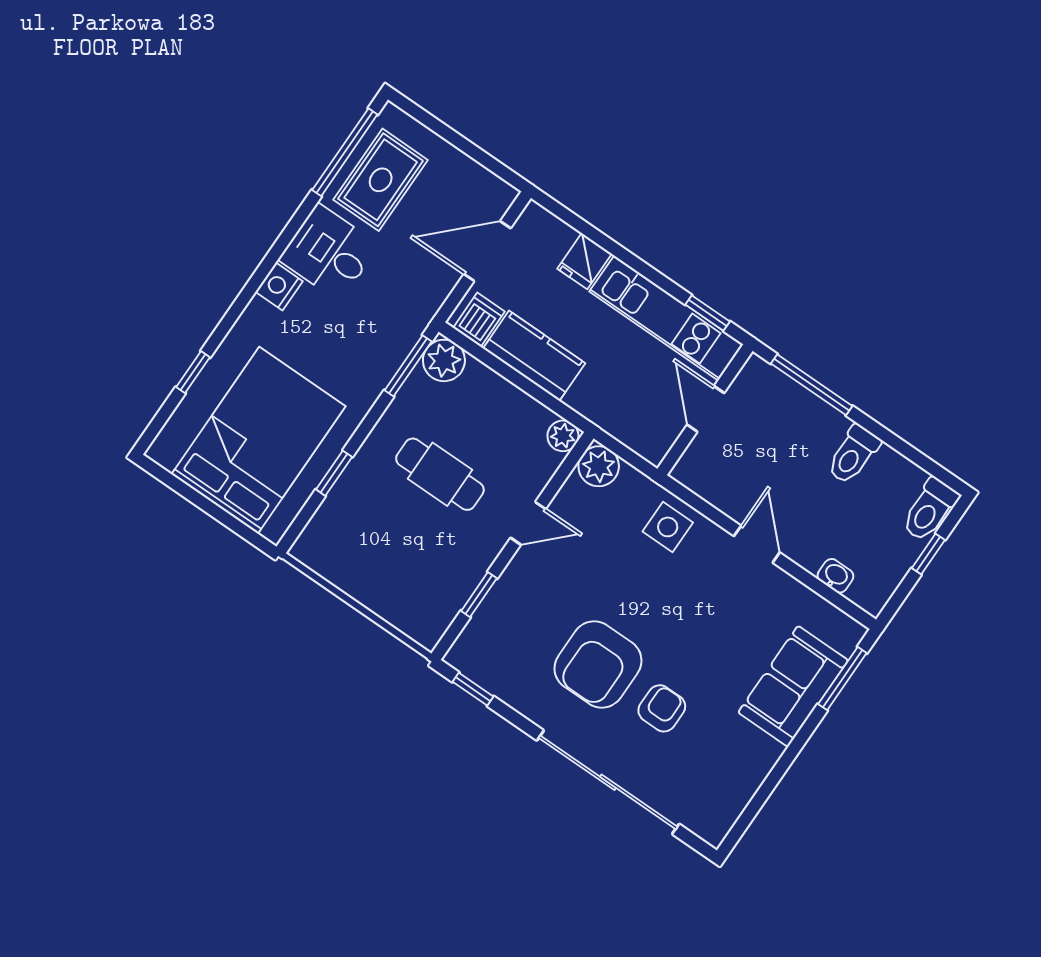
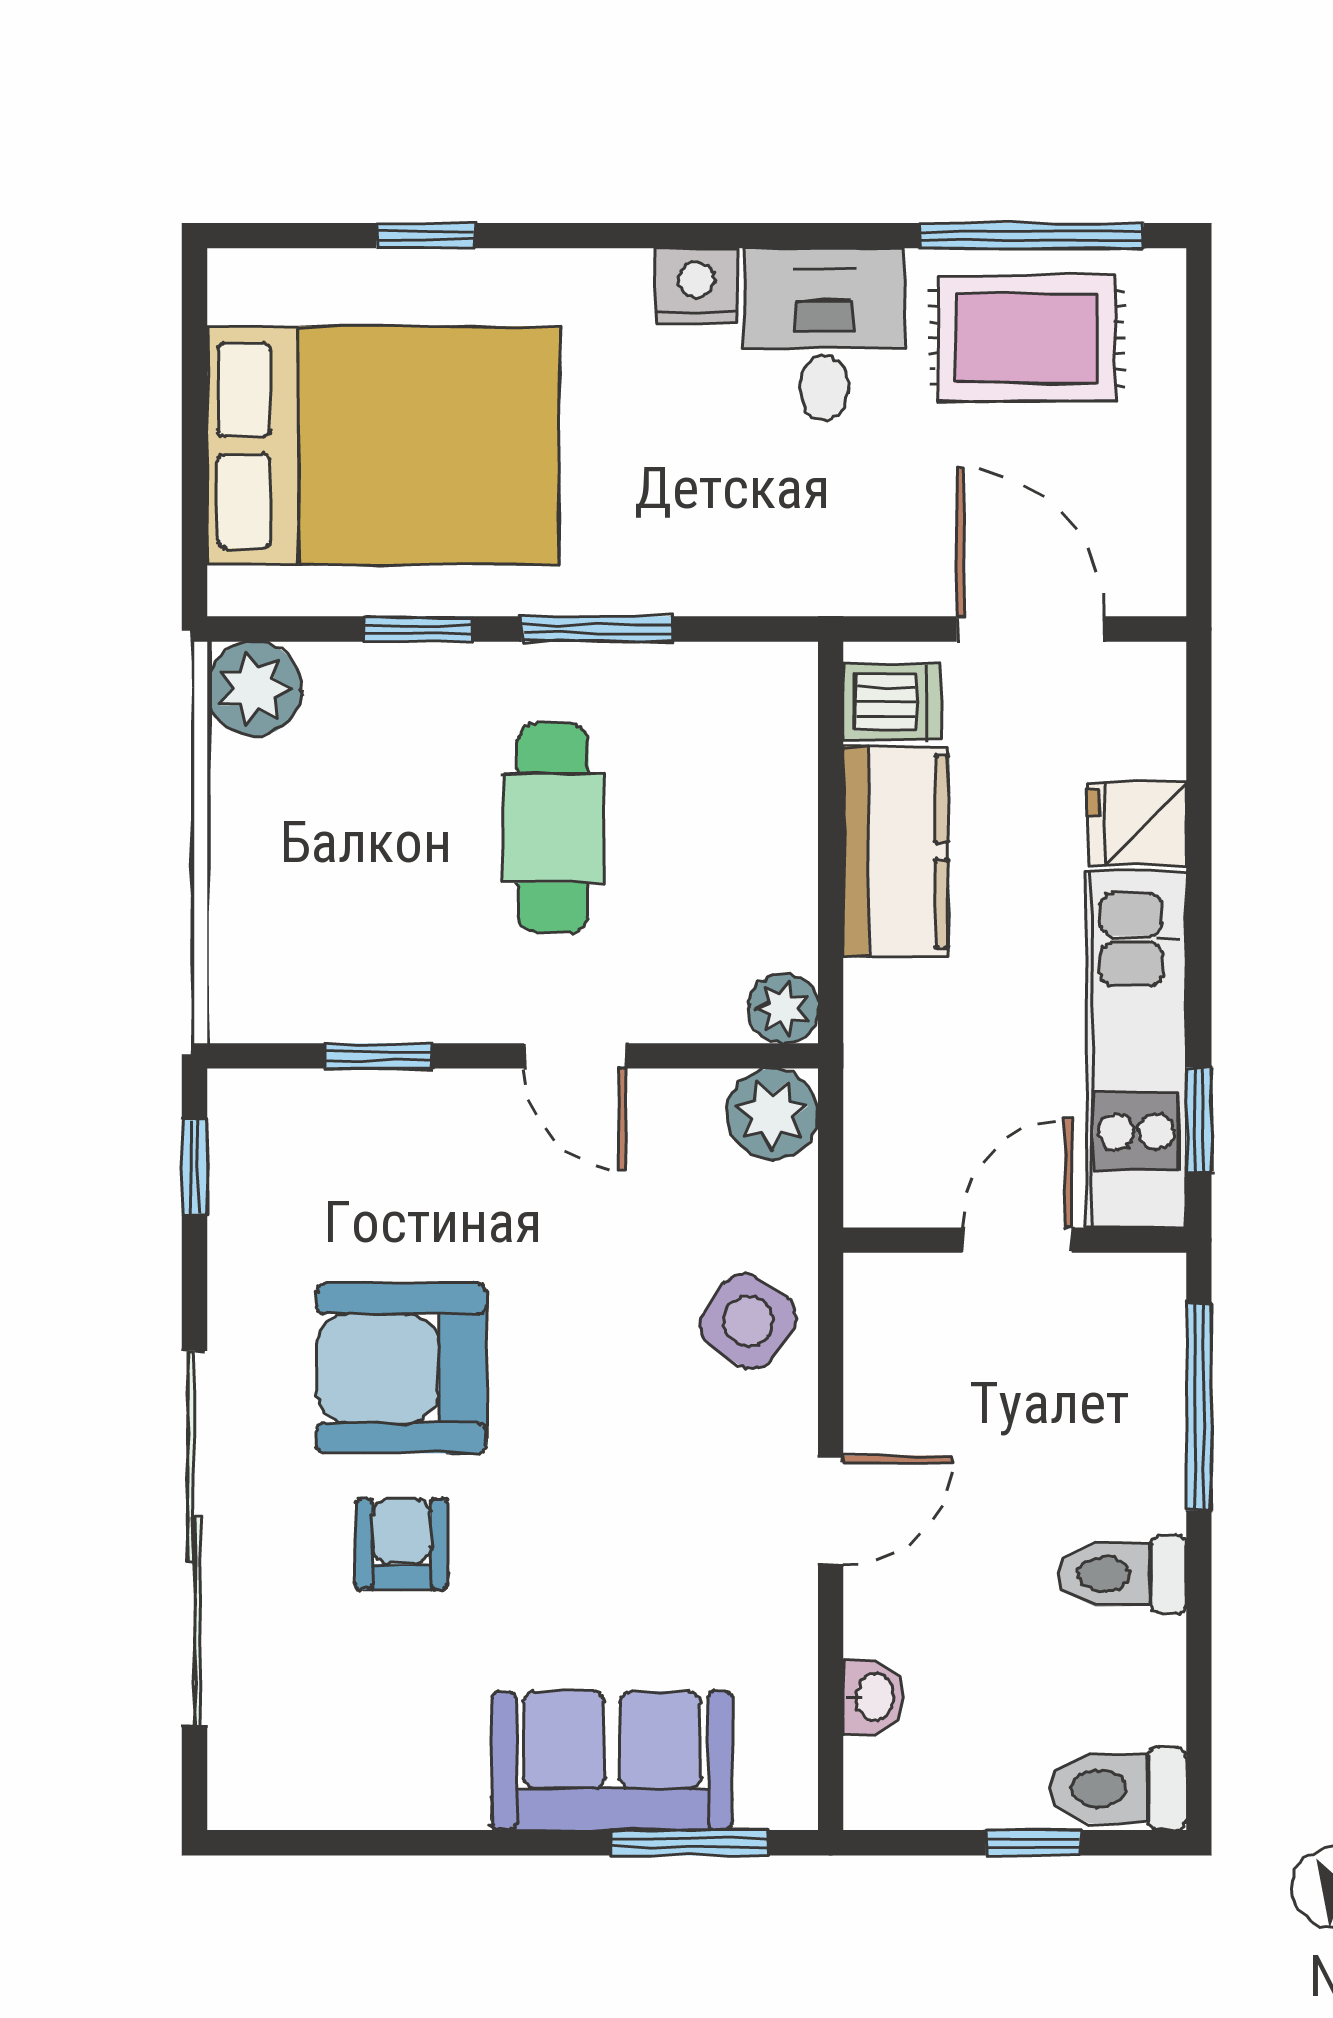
plant: (444, 360) -> (254, 689), moved
window: (408, 366) -> (597, 629), moved
side table: (668, 527) -> (748, 1321), turned 34
armchair: (662, 708) -> (402, 1544), turned -90

